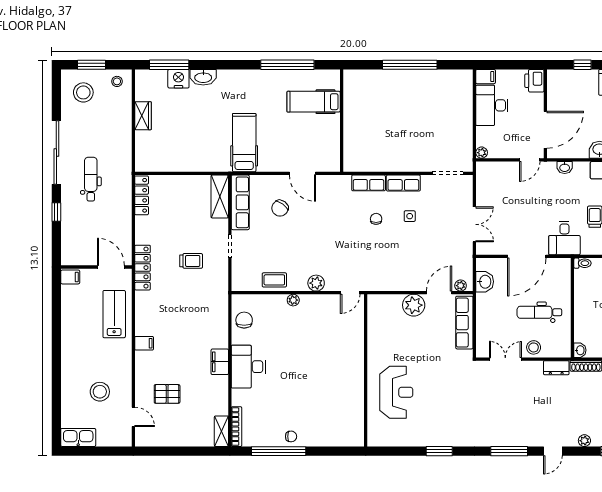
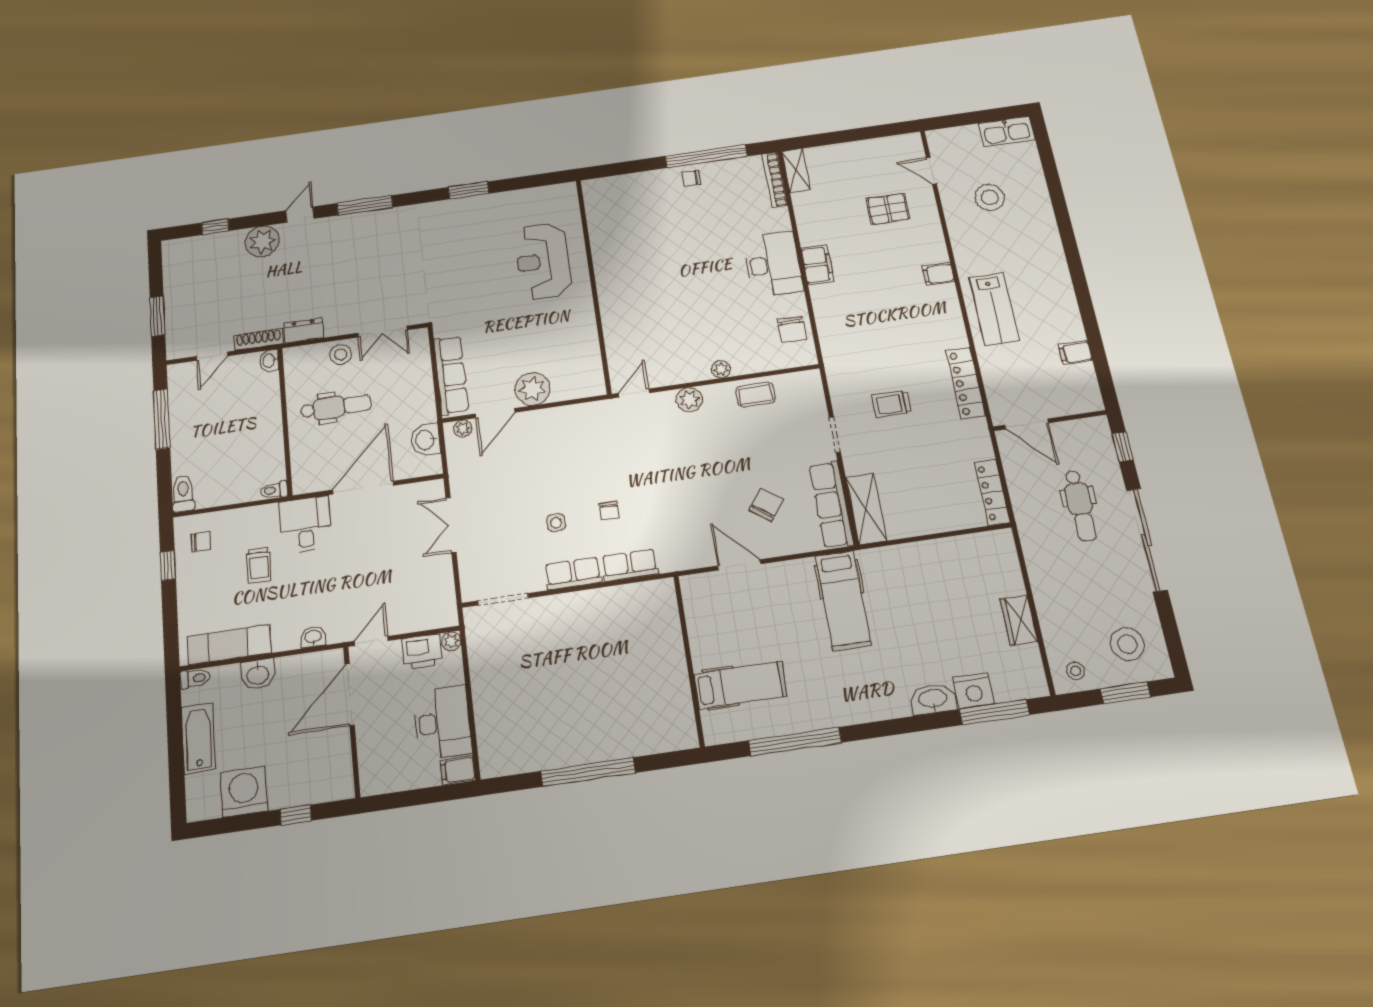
printer: (534, 81) -> (422, 652), moved, turned 90
wall: (96, 267) -> (1050, 421), moved
door: (111, 267) -> (1027, 424), moved
plant: (584, 441) -> (262, 241), width x1.88, depth x1.88

